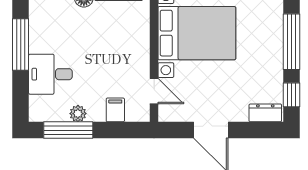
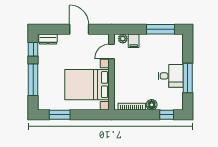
desk: (50, 74) -> (171, 76), moved
door: (154, 91) -> (112, 52), hinge flipped
plant: (78, 114) -> (123, 39), moved

